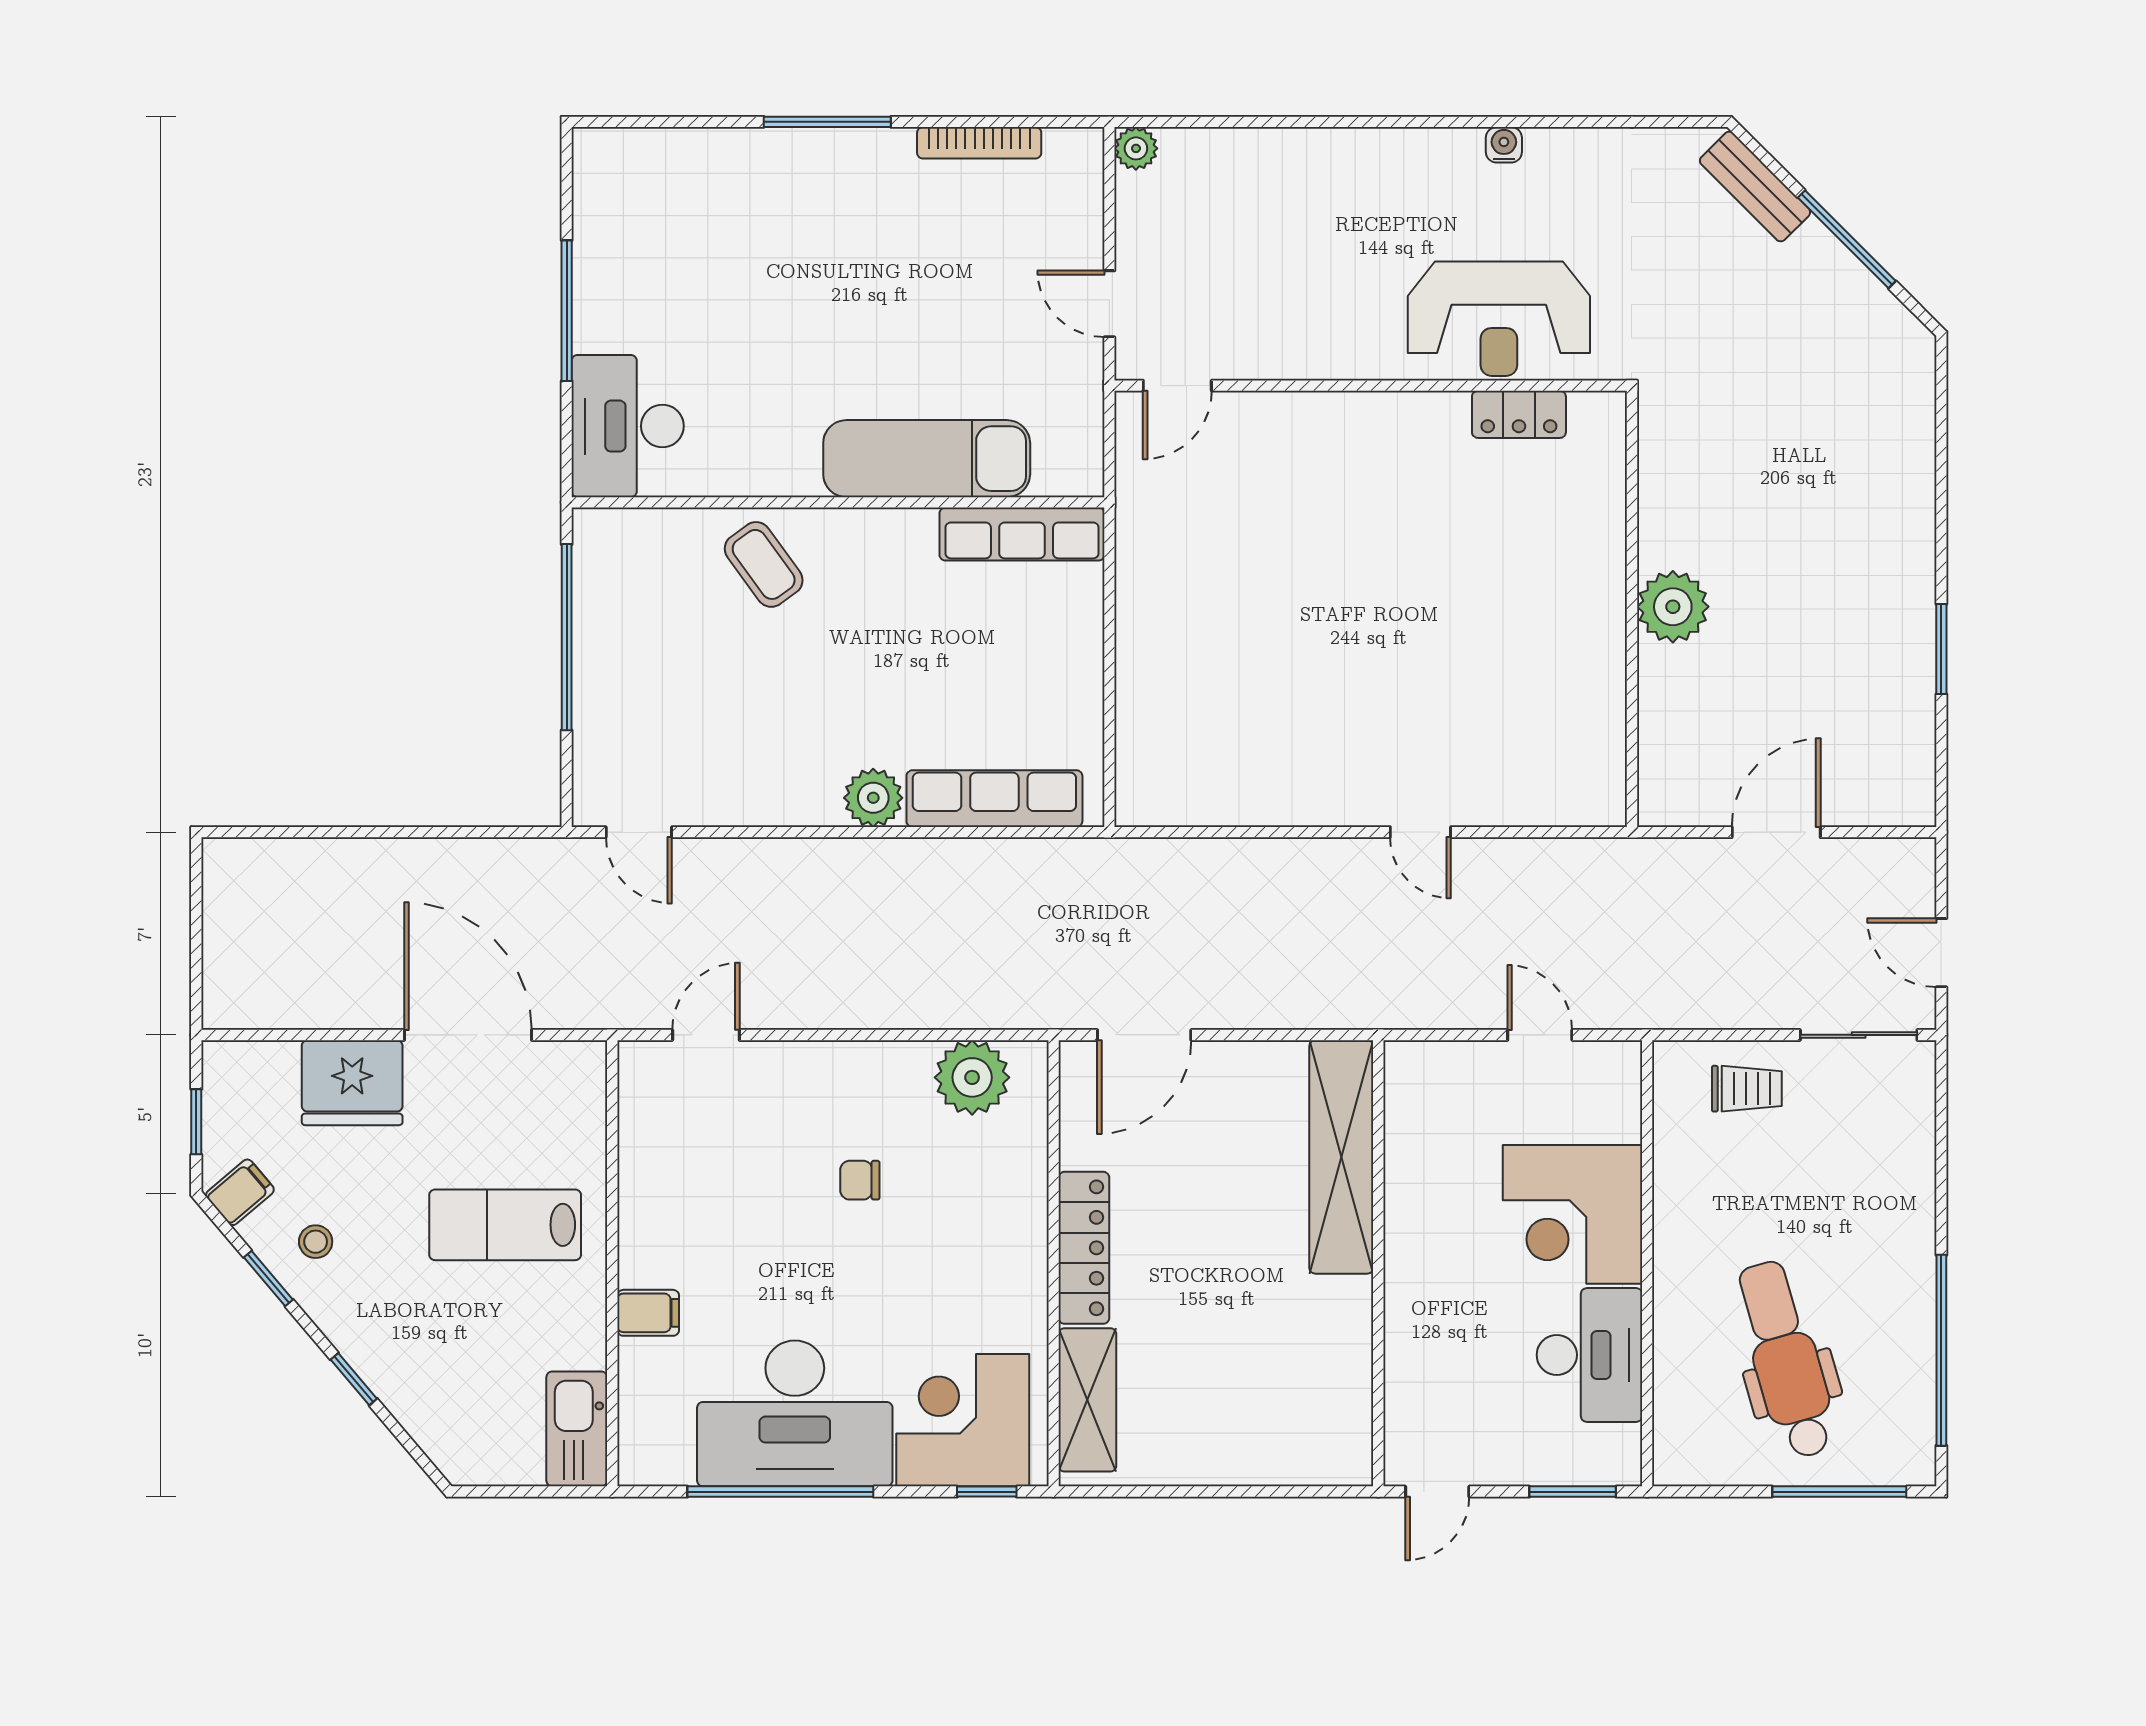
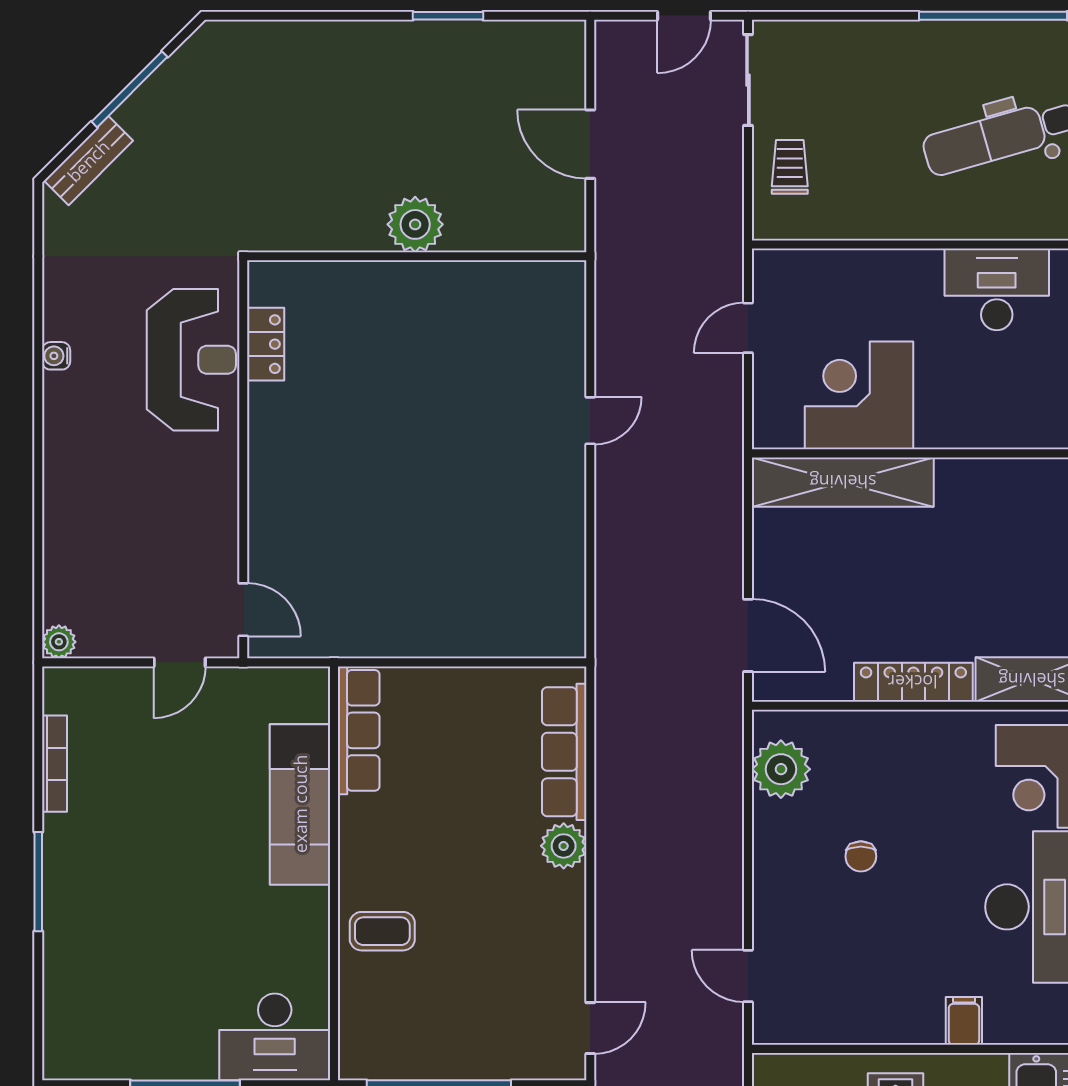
coffee table: (764, 564) -> (382, 931), turned 36
corner desk: (1573, 1214) -> (859, 395), moved, turned 180

